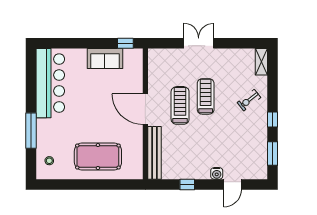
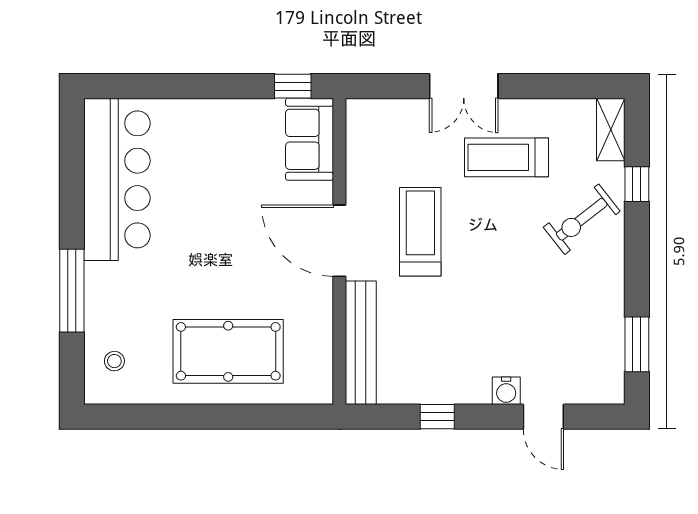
double door: (199, 43) -> (464, 86), swing flipped
sofa: (105, 58) -> (309, 139), moved, turned 90
treadmill: (206, 96) -> (507, 157), moved, turned -90
exercise bike: (249, 100) -> (582, 219), width x1.38, depth x1.39
window: (273, 120) -> (637, 184), moved
door: (233, 184) -> (543, 417), hinge flipped

